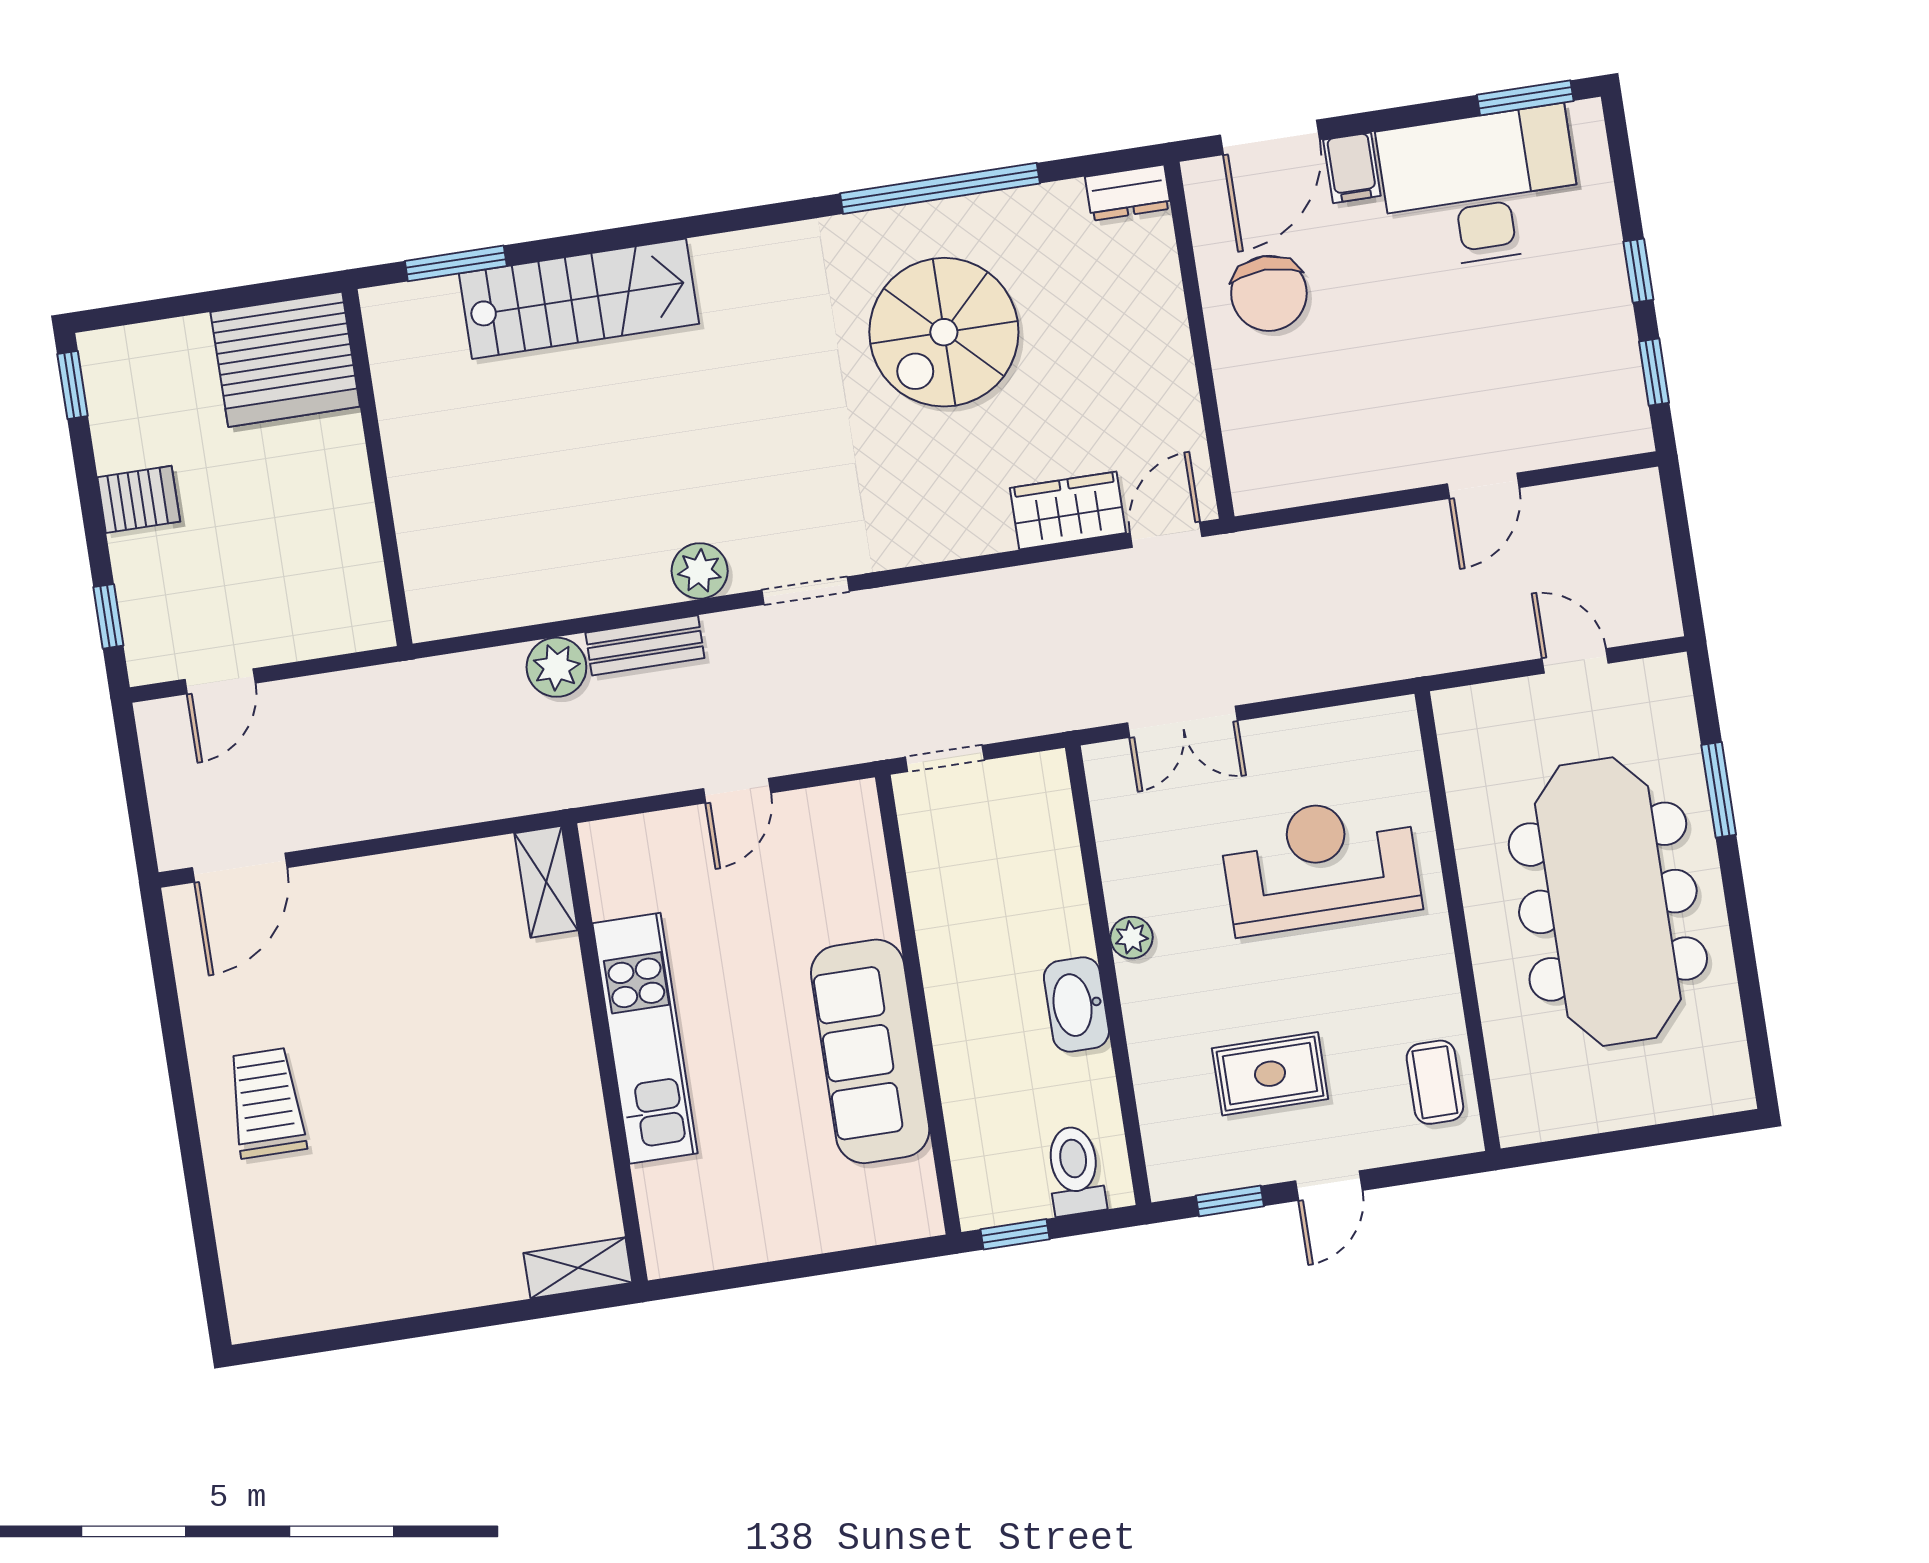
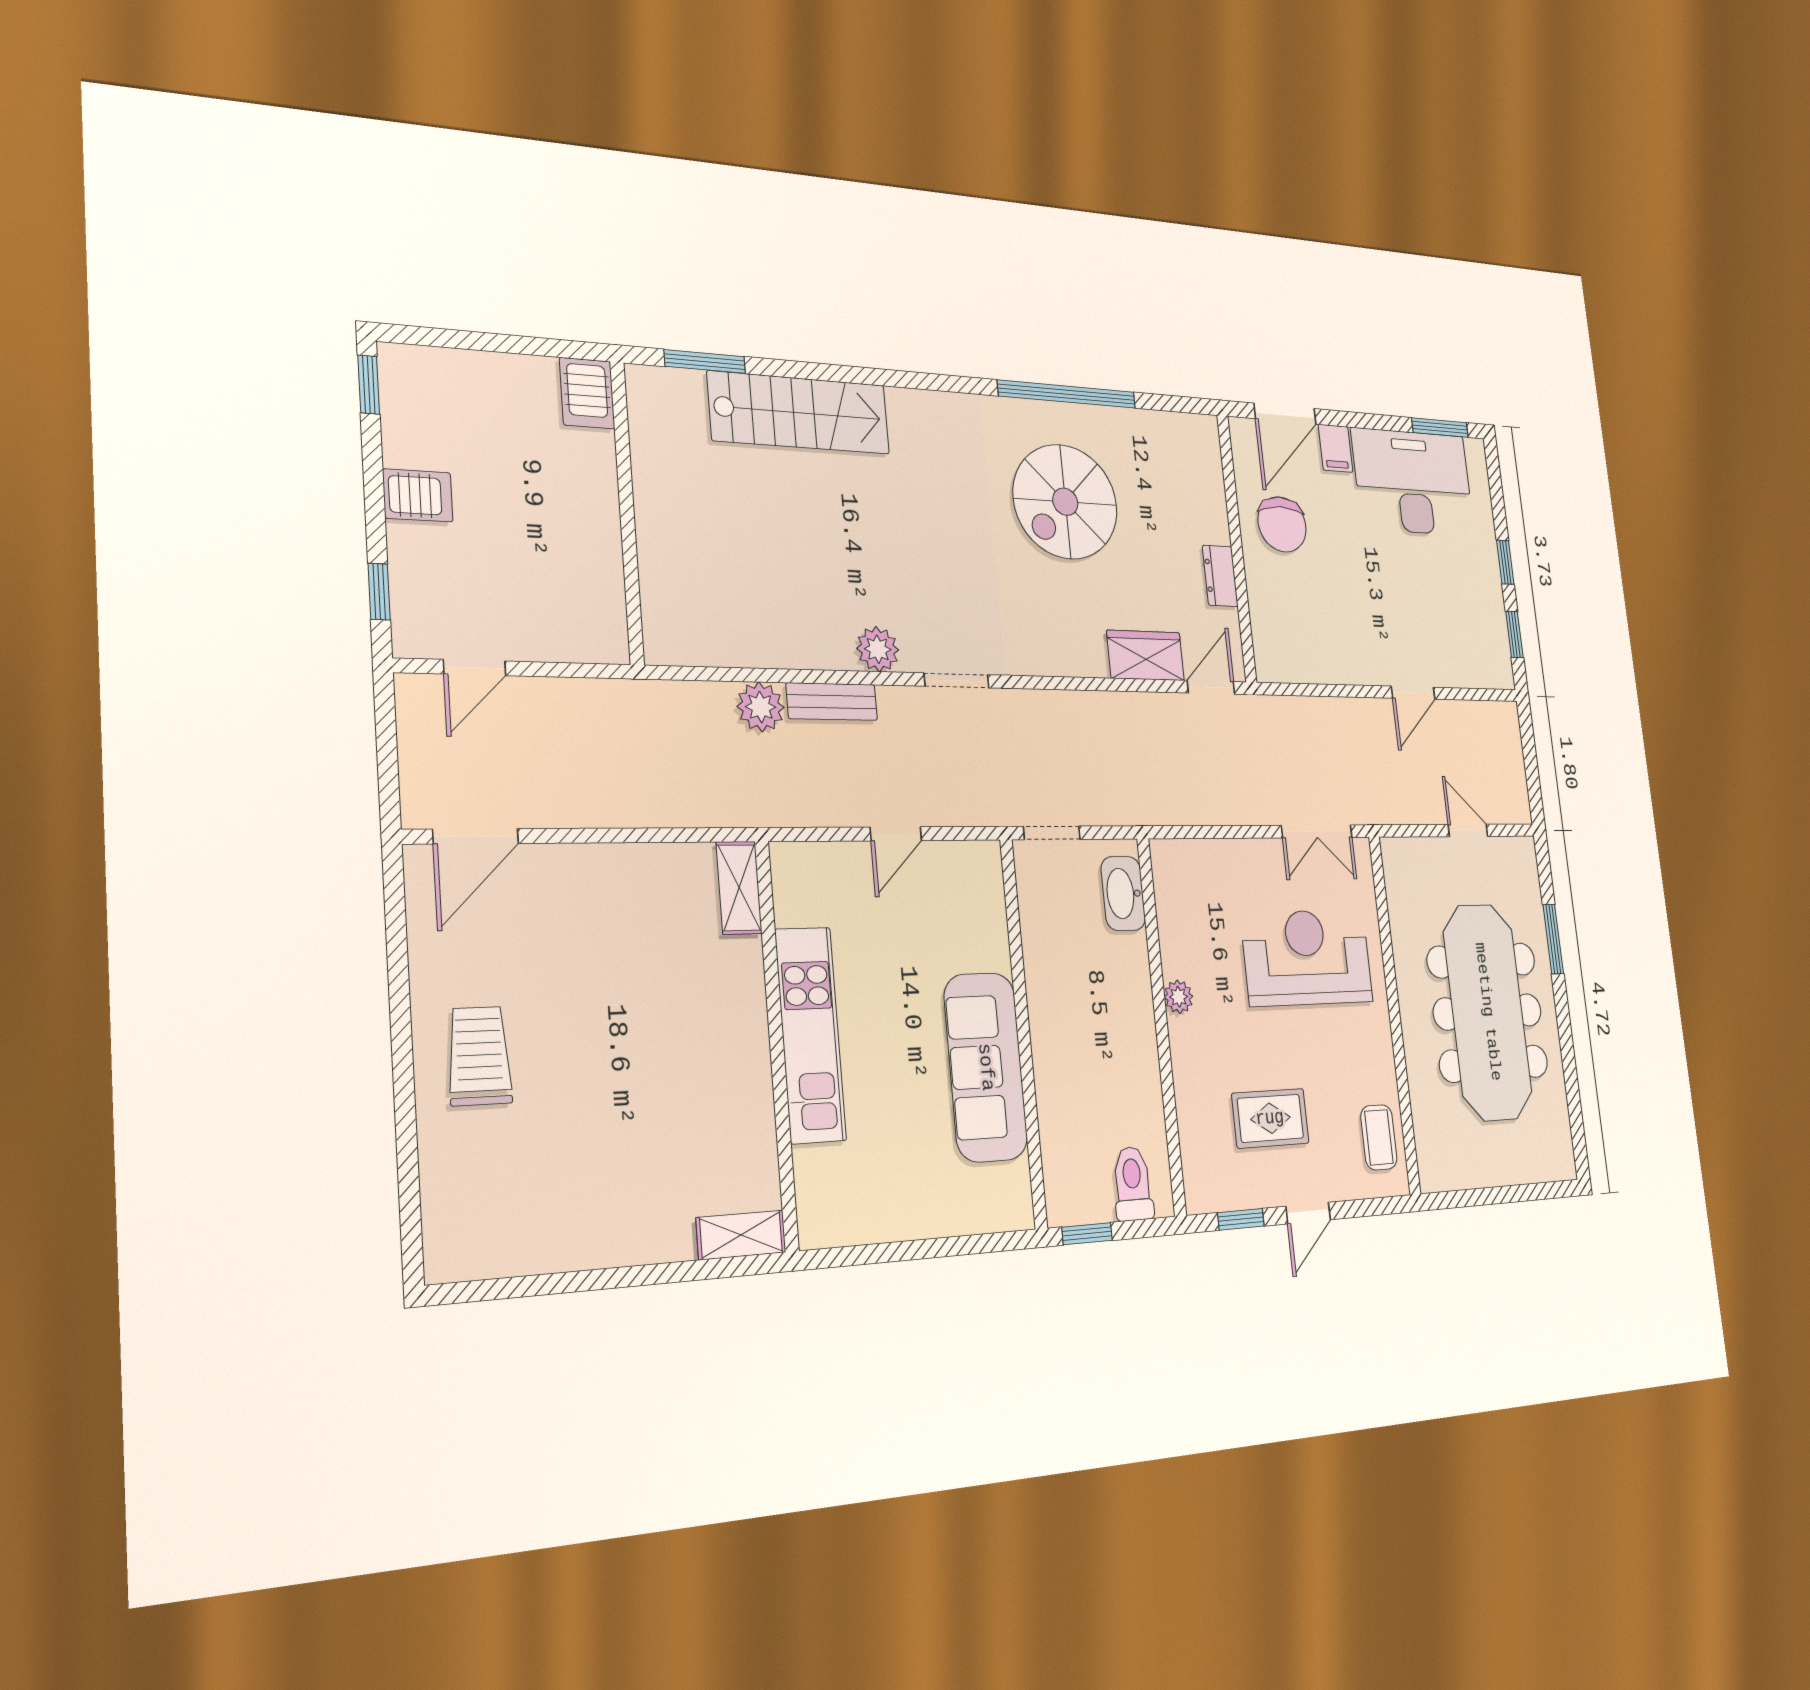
dresser: (1128, 193) -> (1220, 576), moved, turned 90
server rack: (285, 359) -> (587, 393), width x0.46, depth x0.70
double door: (1182, 722) -> (1317, 831), moved
washbasin: (1076, 1004) -> (1123, 893), moved

